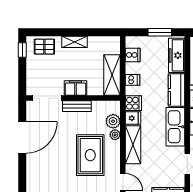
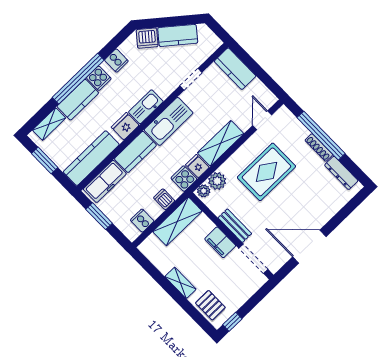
plant: (115, 135) -> (204, 191), moved

